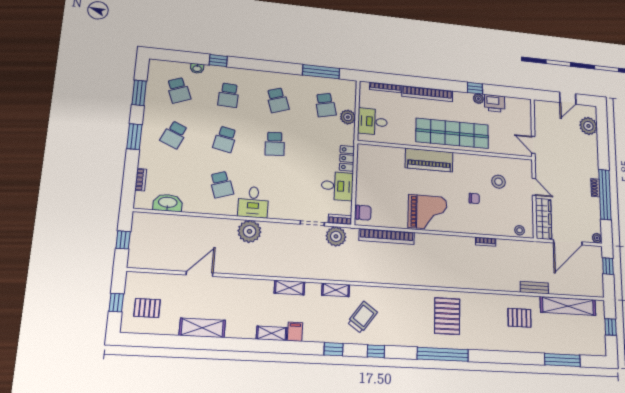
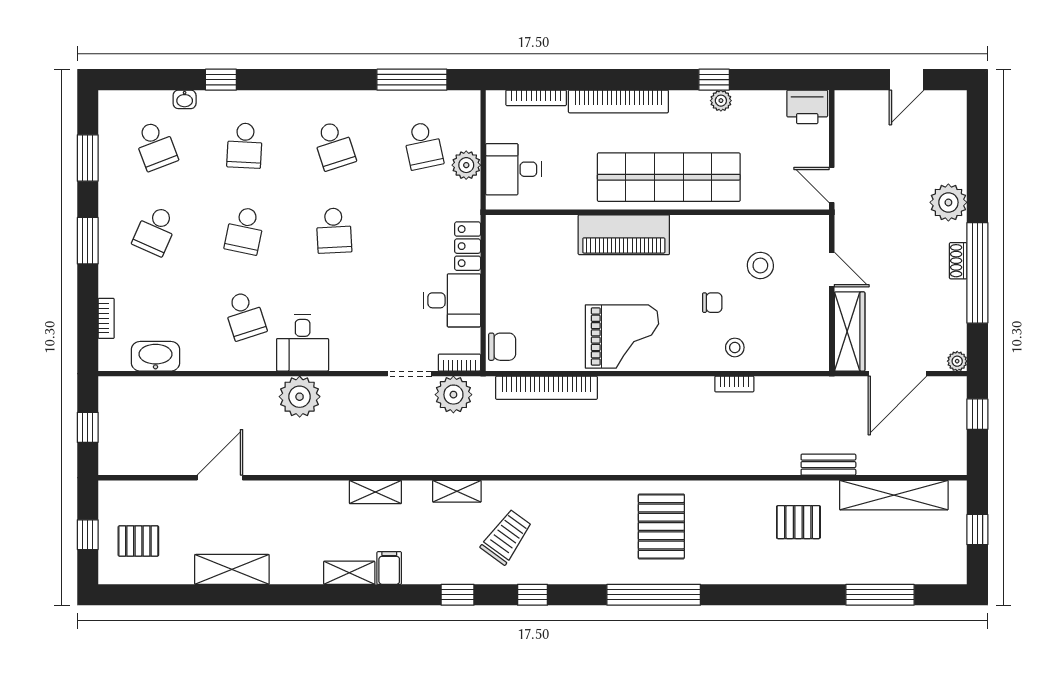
printer: (495, 103) -> (807, 107), moved
plant: (588, 126) -> (948, 202), moved
stool: (520, 230) -> (735, 347), moved

